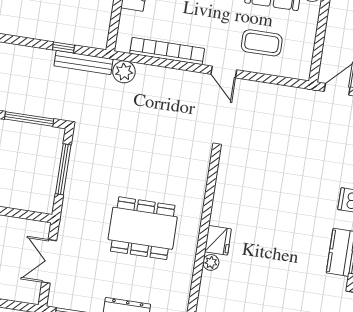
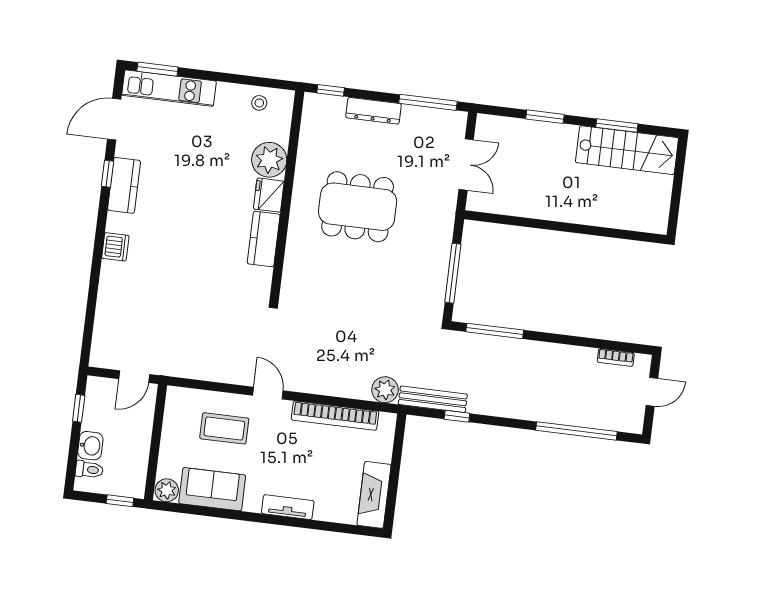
kitchen counter: (223, 203) -> (264, 239), added
plant: (211, 262) -> (269, 160), width x1.88, depth x1.88

